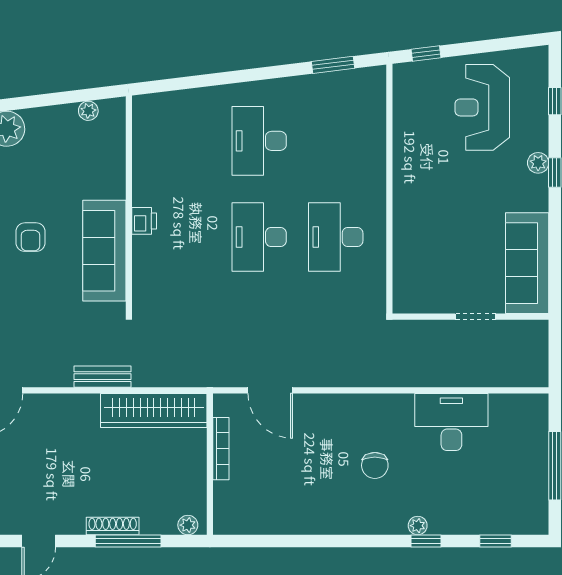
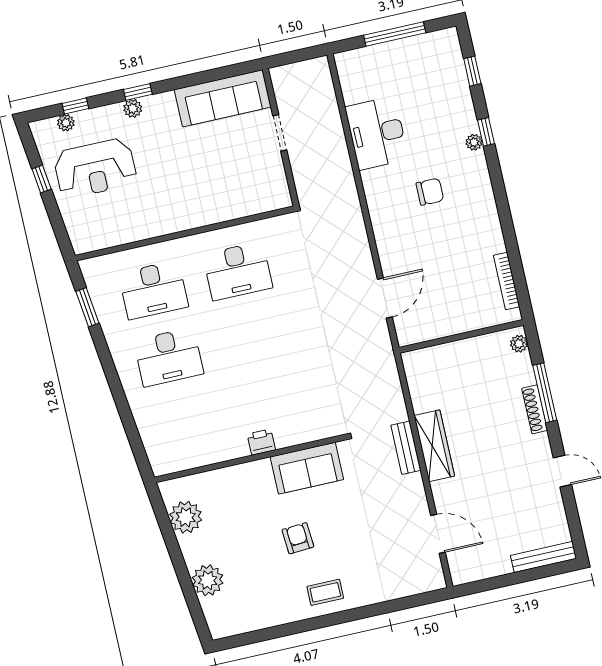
window: (426, 54) -> (42, 179), moved
plant: (539, 87) -> (66, 123), added
plant: (88, 111) -> (186, 517), width x1.88, depth x1.88
armchair: (30, 237) -> (298, 538), turned -94
desk: (259, 237) -> (153, 290), moved
sofa: (104, 251) -> (307, 468), width x0.73
wardrobe: (154, 411) -> (434, 446), moved, width x0.71, depth x0.85
bookcase: (221, 449) -> (507, 281), moved, turned -90

